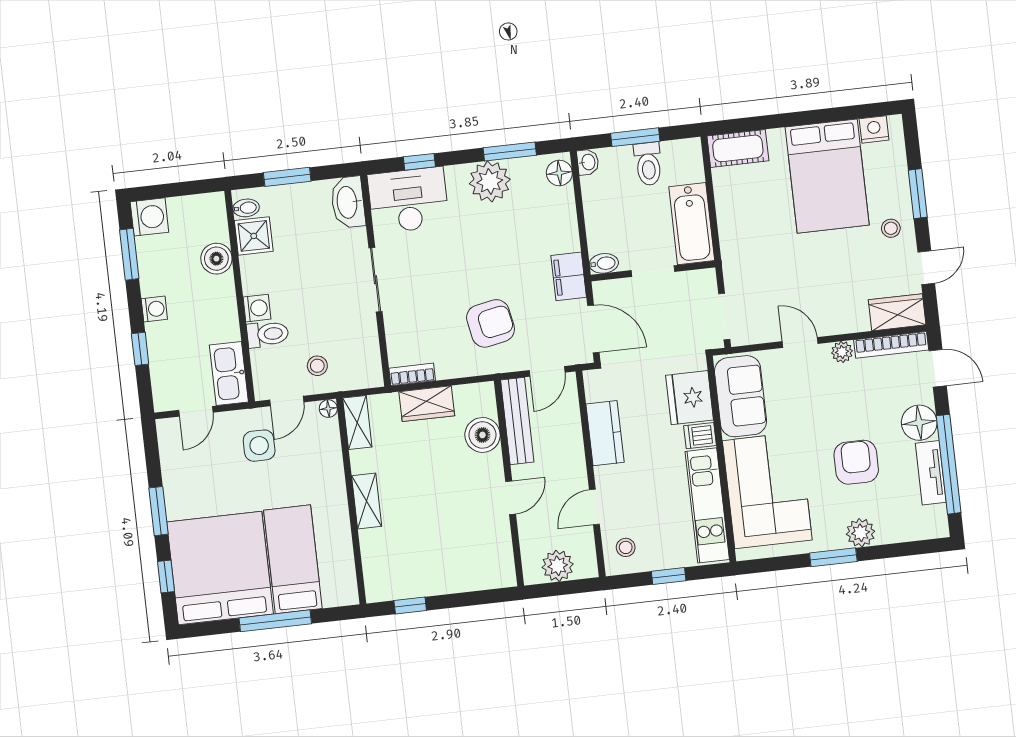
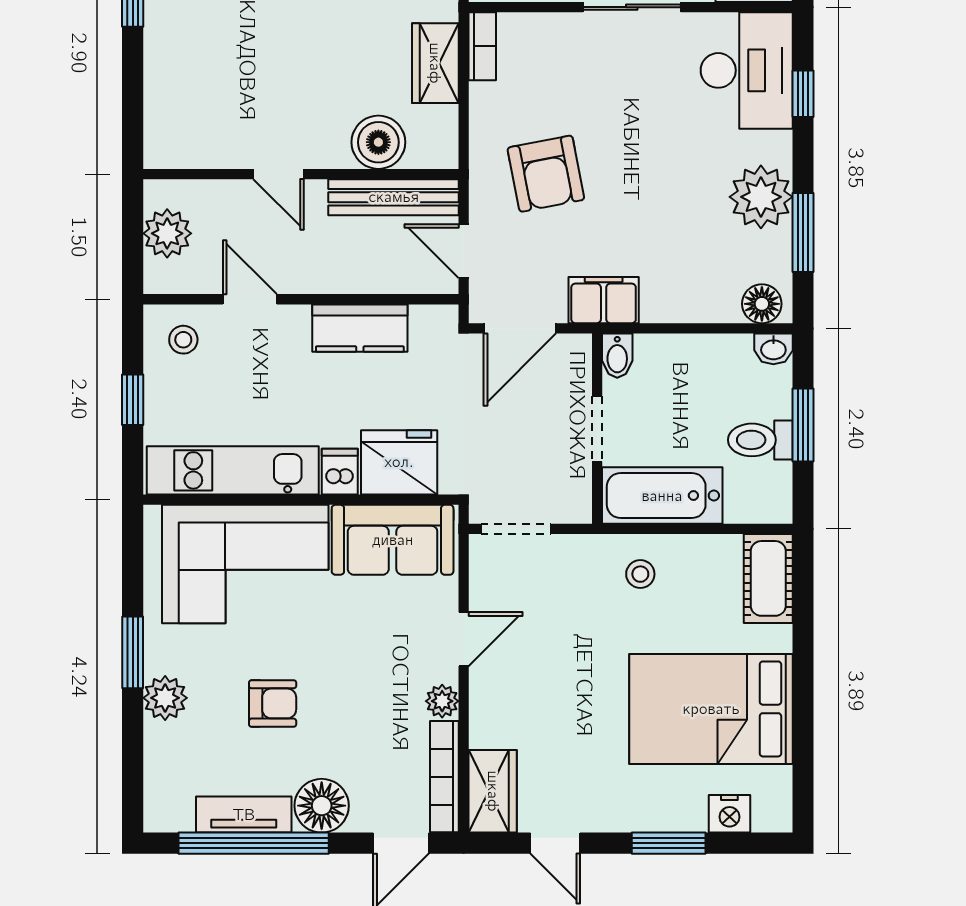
nightstand: (874, 129) -> (729, 814), moved, turned 90
stool: (891, 228) -> (640, 574), moved
armchair: (856, 462) -> (273, 703), width x0.72, depth x0.72

